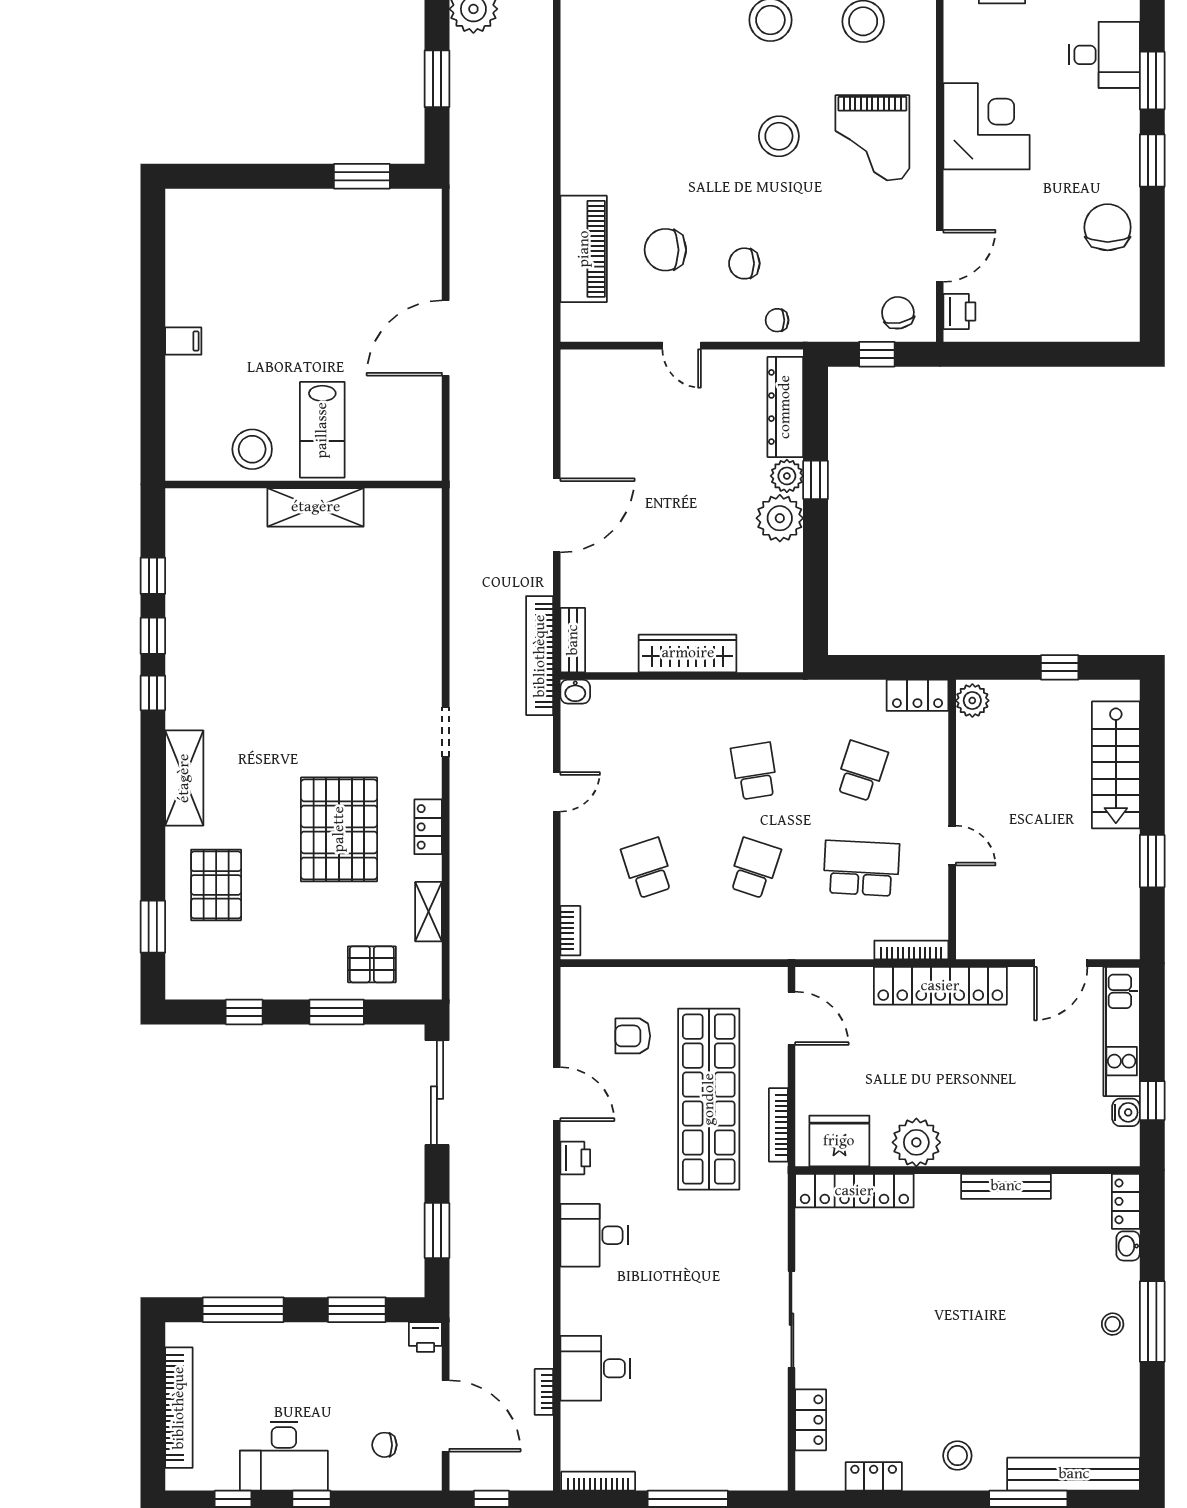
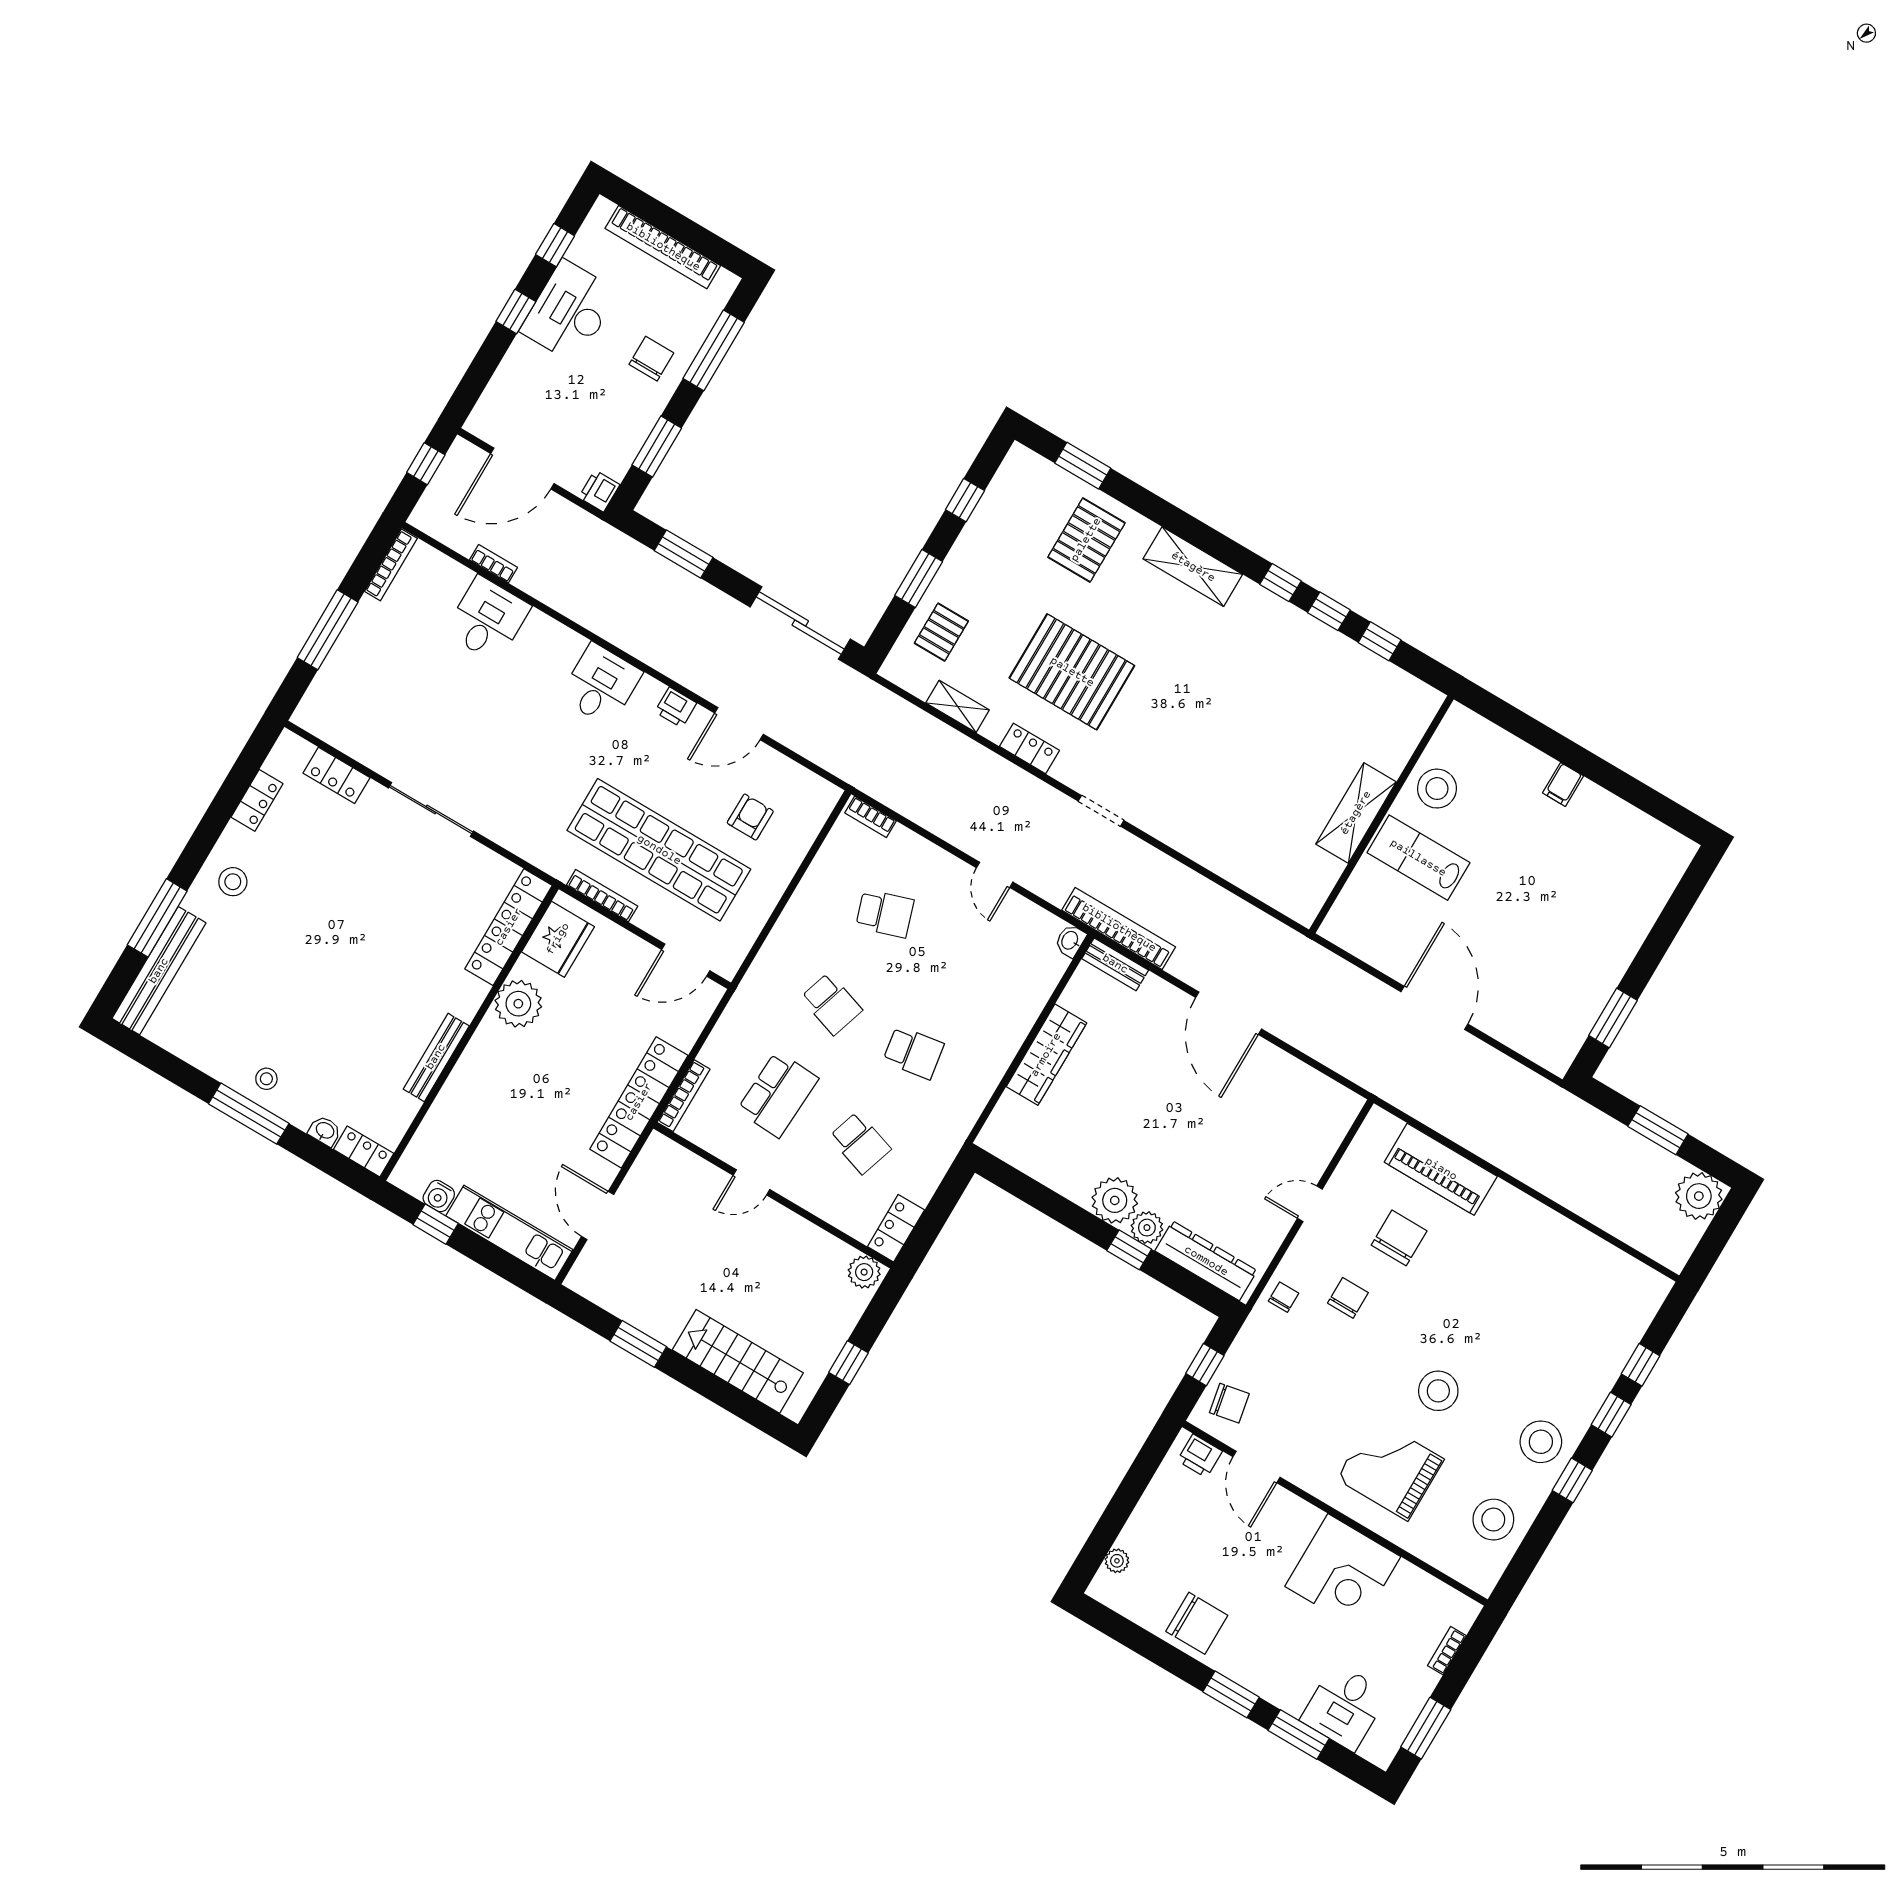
plant: (1094, 330) -> (1117, 1561), added
pallet: (216, 885) -> (1086, 540), turned 90
chair: (384, 1445) -> (651, 359), moved, width x1.37, depth x1.37

